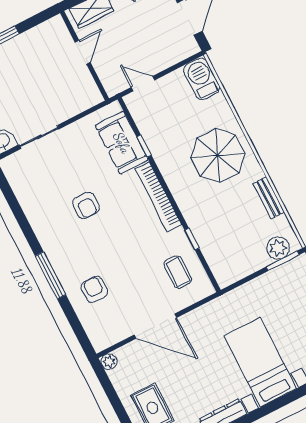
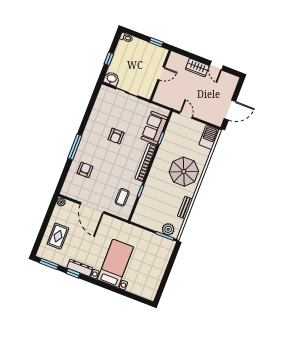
door: (83, 52) -> (161, 73), moved
wall: (85, 56) -> (160, 75), moved

